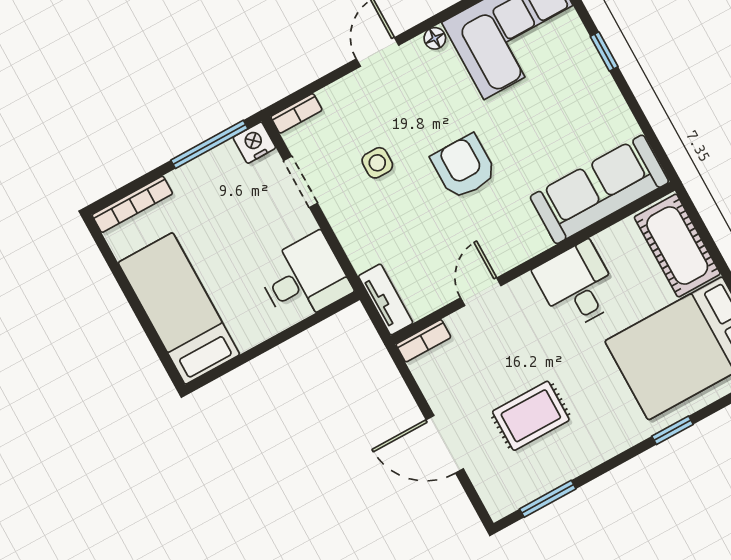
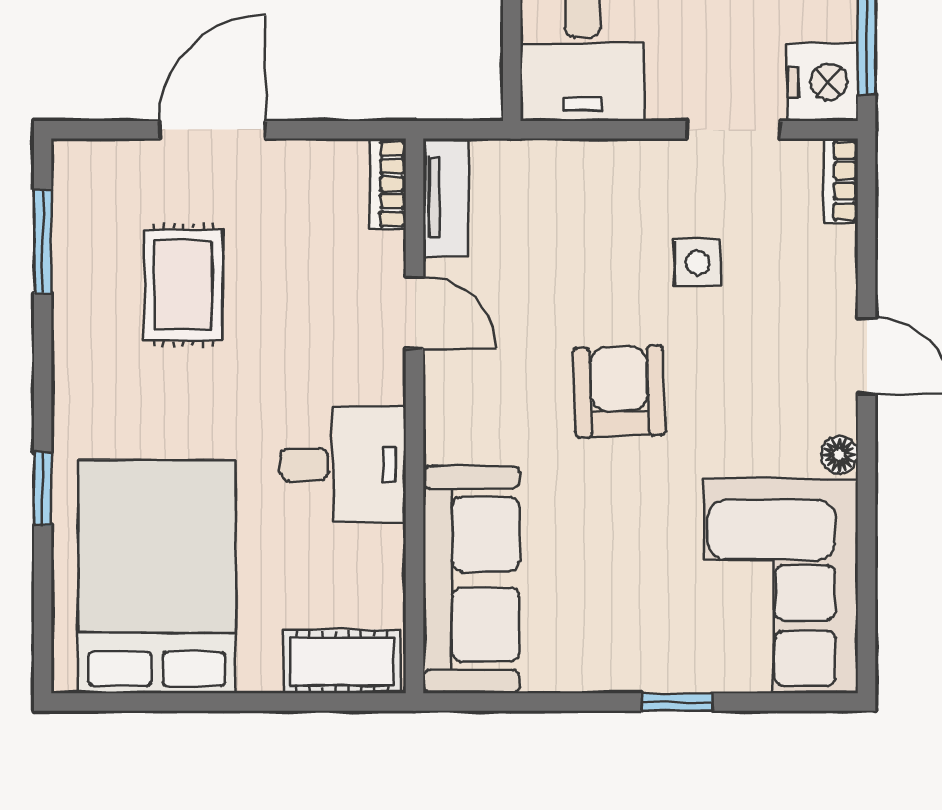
nightstand: (254, 143) -> (823, 82), width x1.36, depth x1.33
armchair: (464, 167) -> (619, 392), turned -92
cot: (677, 245) -> (342, 662), width x0.73, depth x0.75
tv unit: (386, 300) -> (446, 198), moved, turned -90

